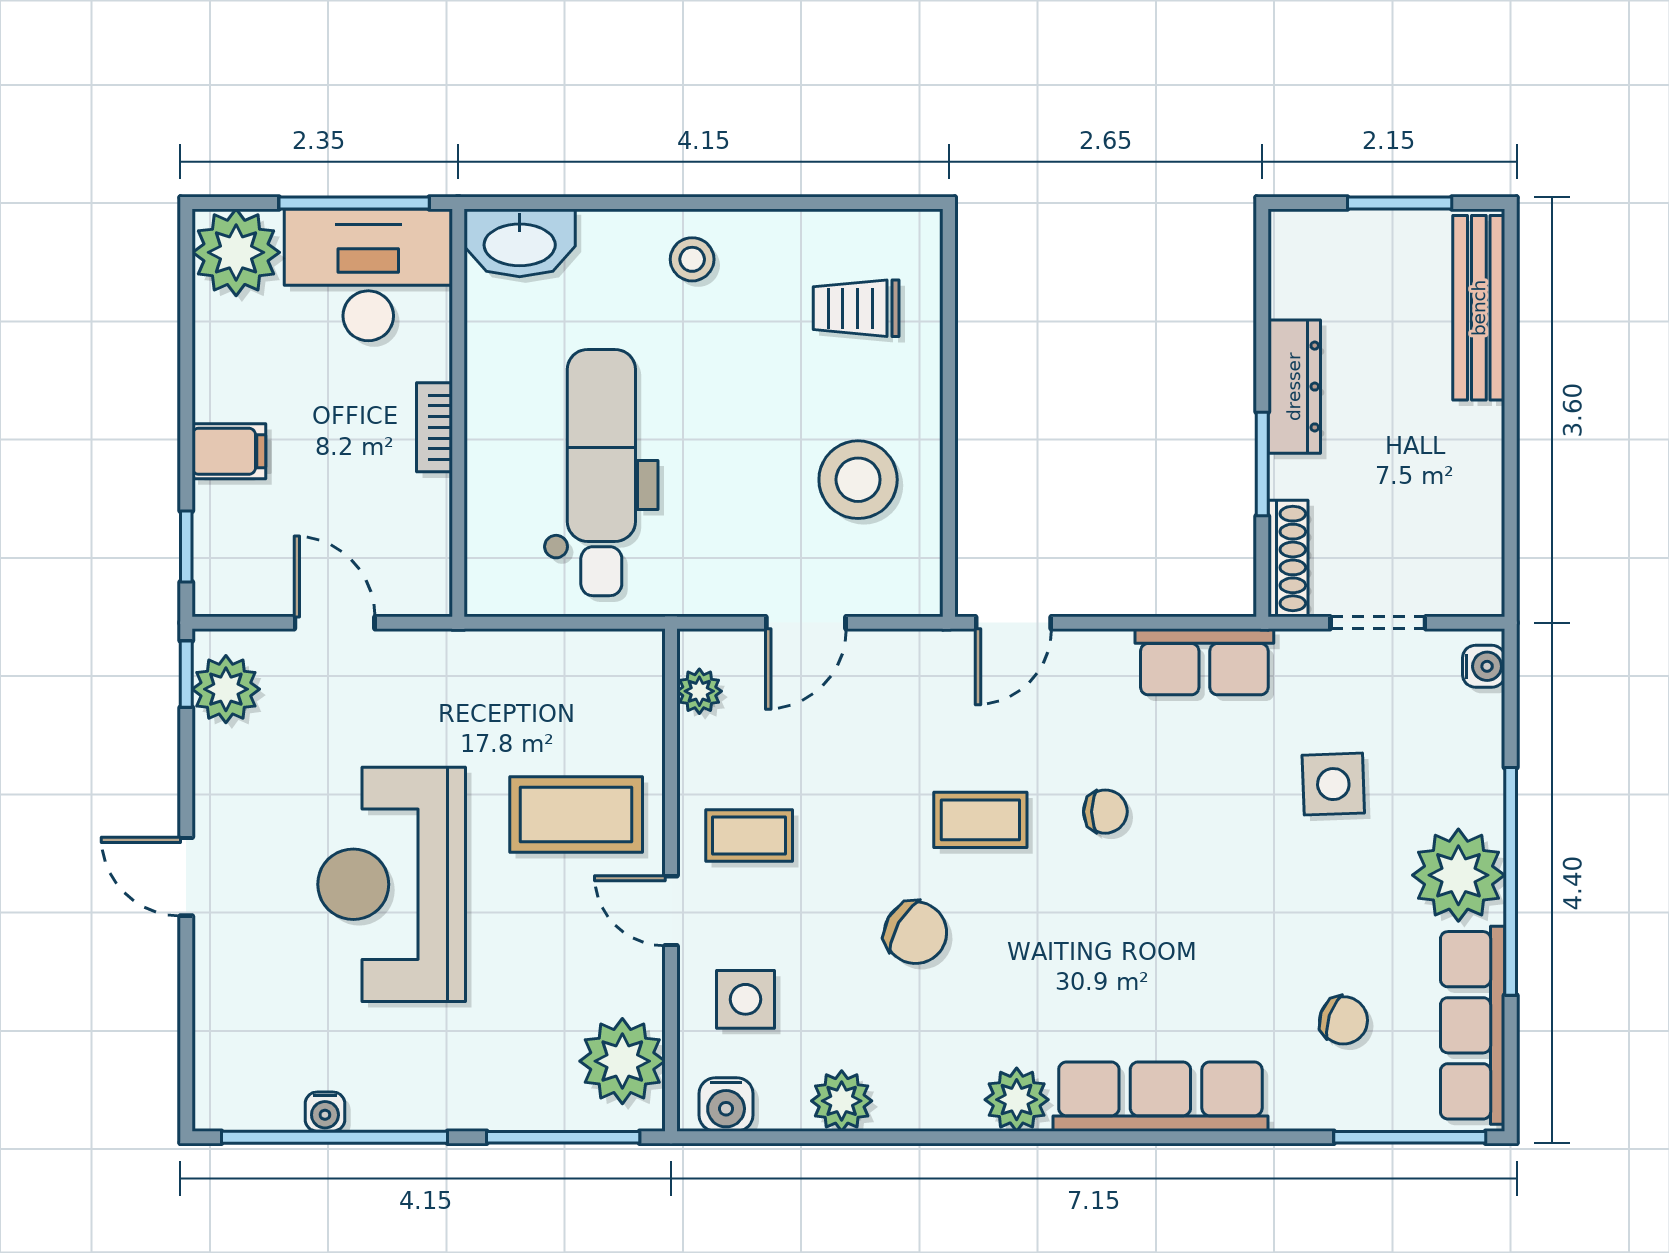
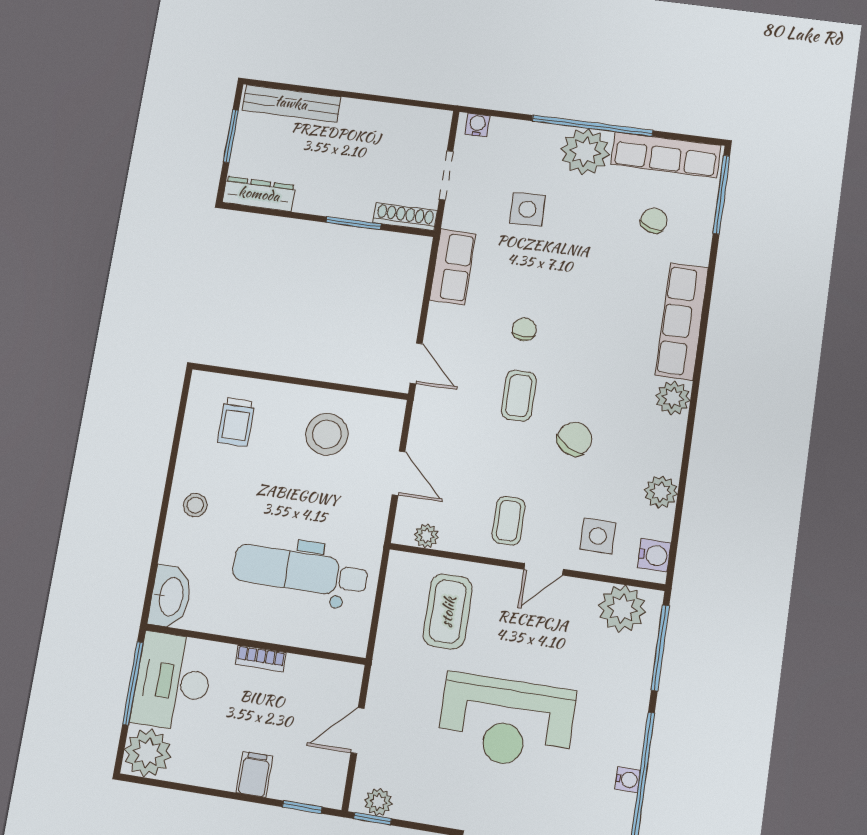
dresser: (1294, 387) -> (259, 194), moved
plant: (226, 689) -> (378, 802), width x0.73, depth x0.73
coffee table: (576, 815) -> (448, 612), moved

